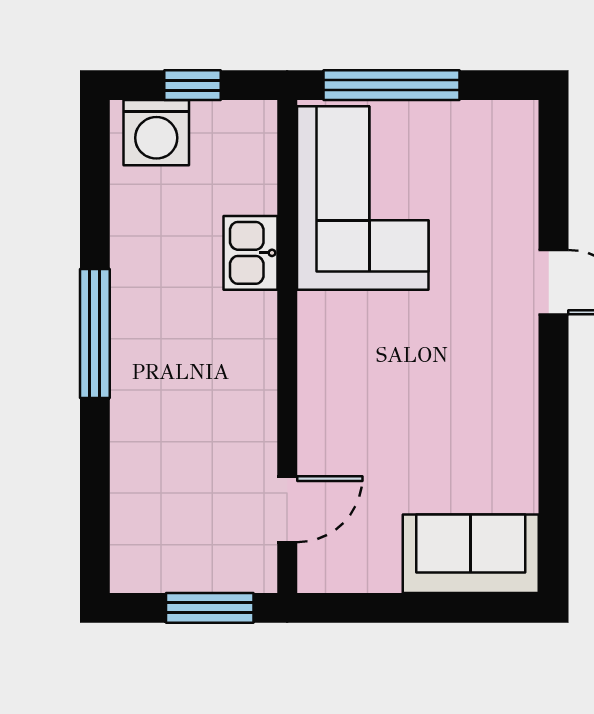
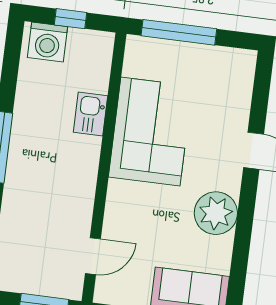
corner sofa: (363, 198) -> (150, 132), moved
plant: (500, 403) -> (216, 213), added

